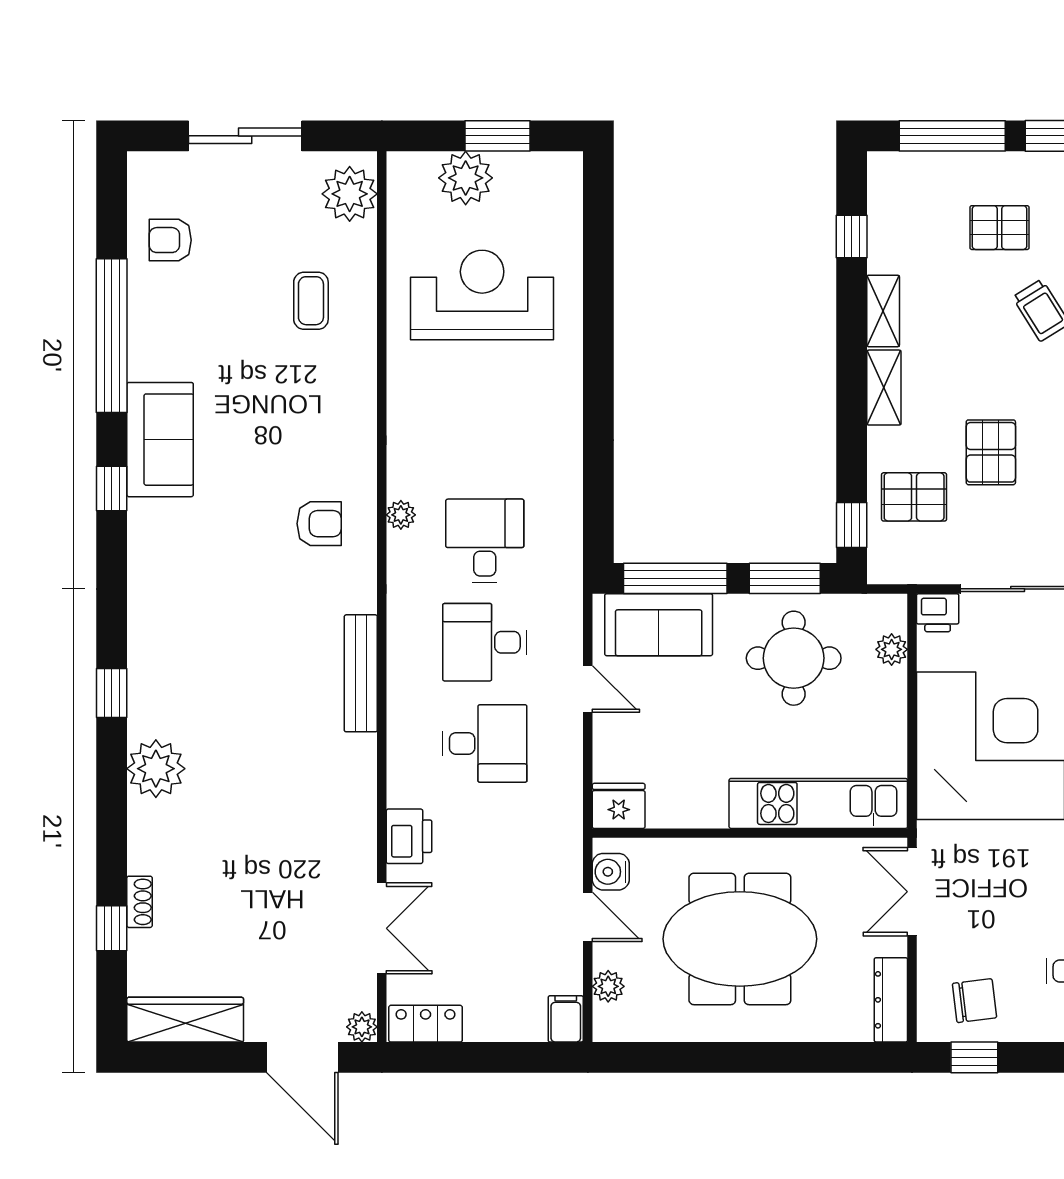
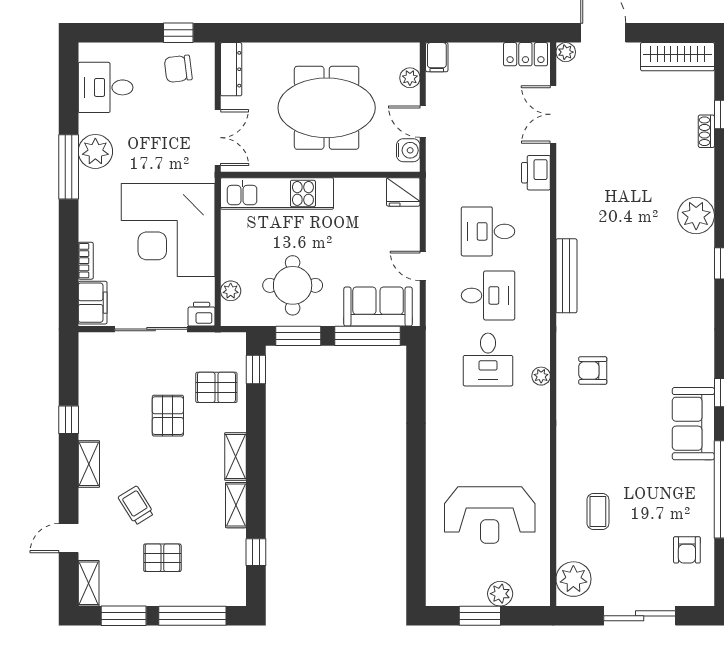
plant: (466, 178) -> (500, 594), width x0.73, depth x0.73
armchair: (170, 240) -> (687, 550), turned 90

